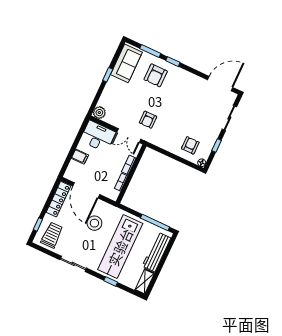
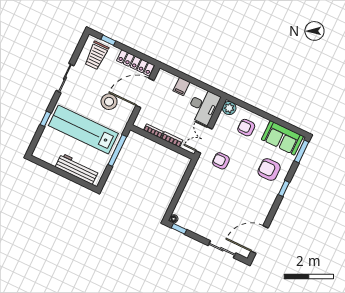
window: (150, 51) -> (302, 151), moved
window: (108, 75) -> (270, 117), removed
door: (220, 84) -> (259, 240), swing flipped
armchair: (190, 145) -> (246, 128), moved, turned 180
window: (217, 145) -> (179, 229), moved
window: (155, 222) -> (117, 151), moved
trolley: (52, 235) -> (96, 55), turned 90
shelving: (145, 282) -> (45, 156), removed

